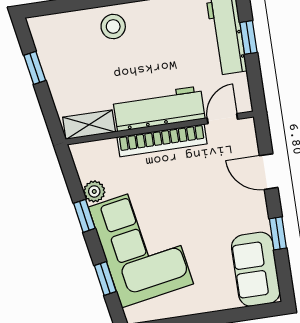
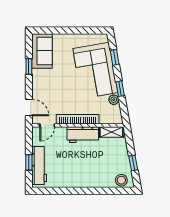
stool: (113, 27) -> (121, 180), moved
workbench: (159, 109) -> (83, 135), width x0.73
door: (269, 172) -> (29, 107), moved

